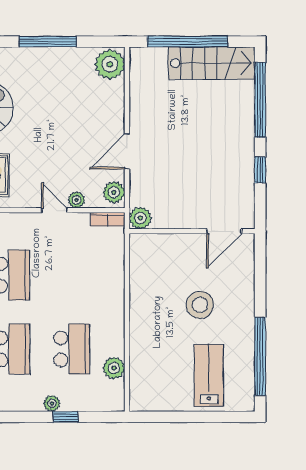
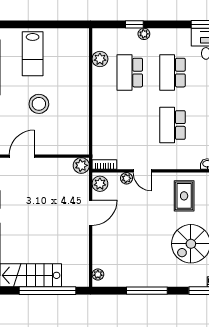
plant: (110, 64) -> (98, 274), width x0.53, depth x0.53

